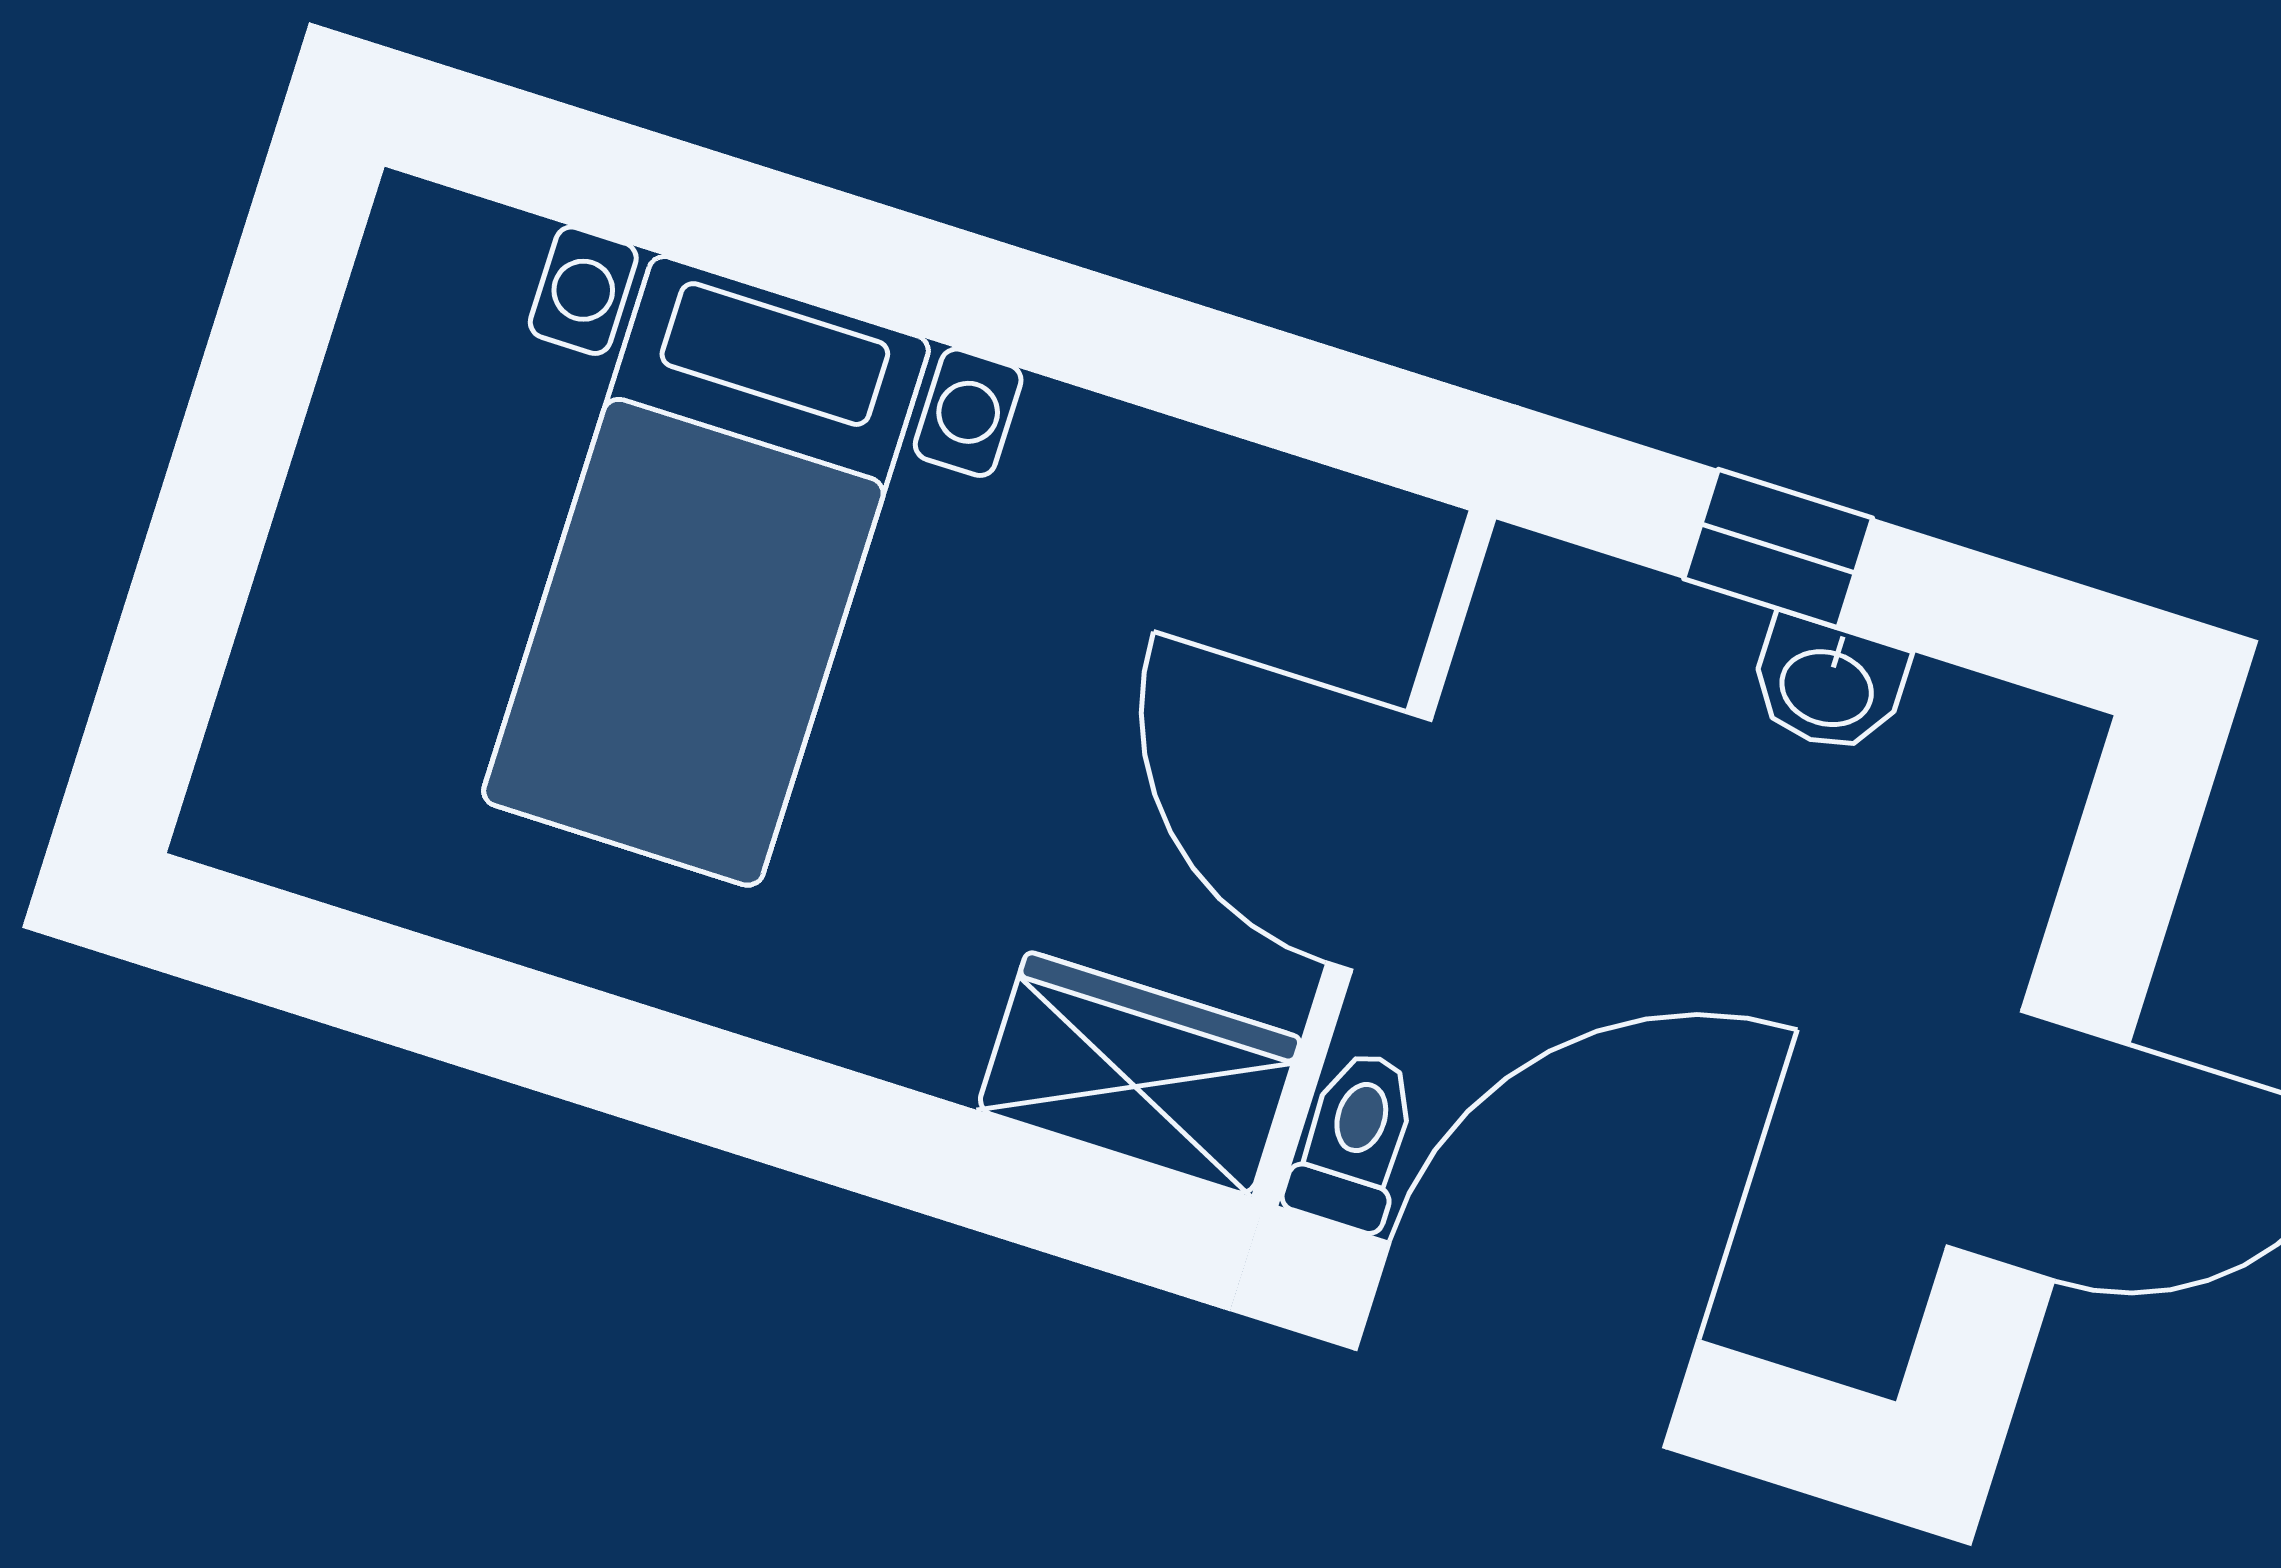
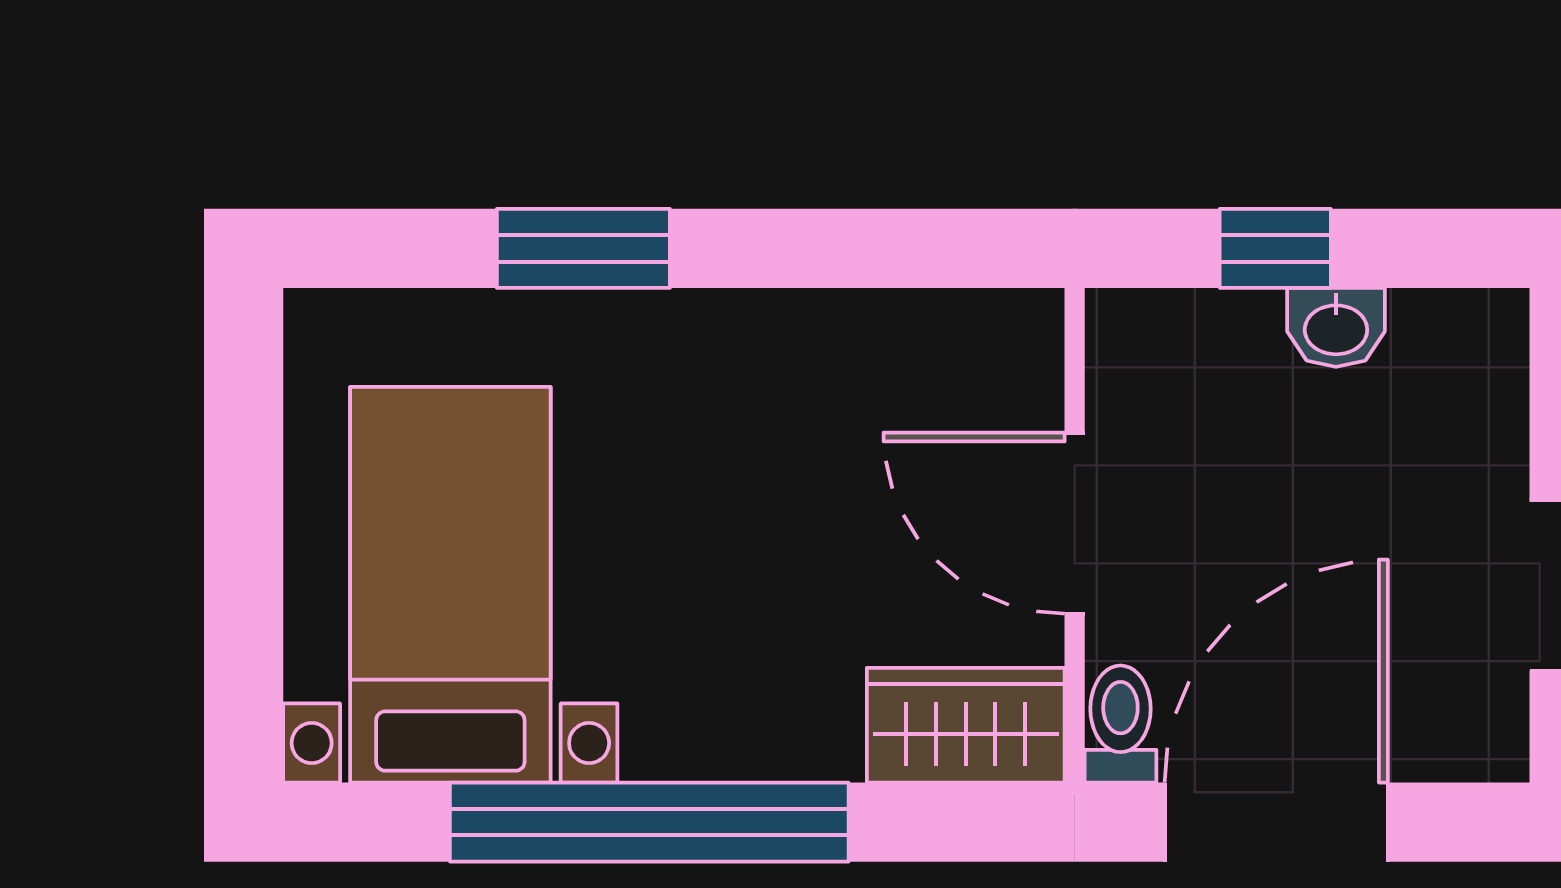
window: (818, 244) -> (583, 248), added
bed with nightstands: (706, 571) -> (450, 585), moved, turned 180
window: (657, 1069) -> (649, 822), added

